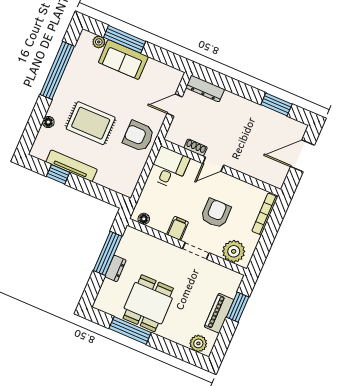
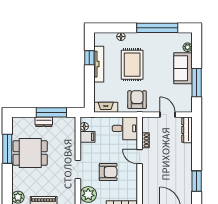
window: (125, 39) -> (197, 83), moved
fireplace: (131, 181) -> (106, 107), added
filing cabinet: (178, 228) -> (88, 137), moved

